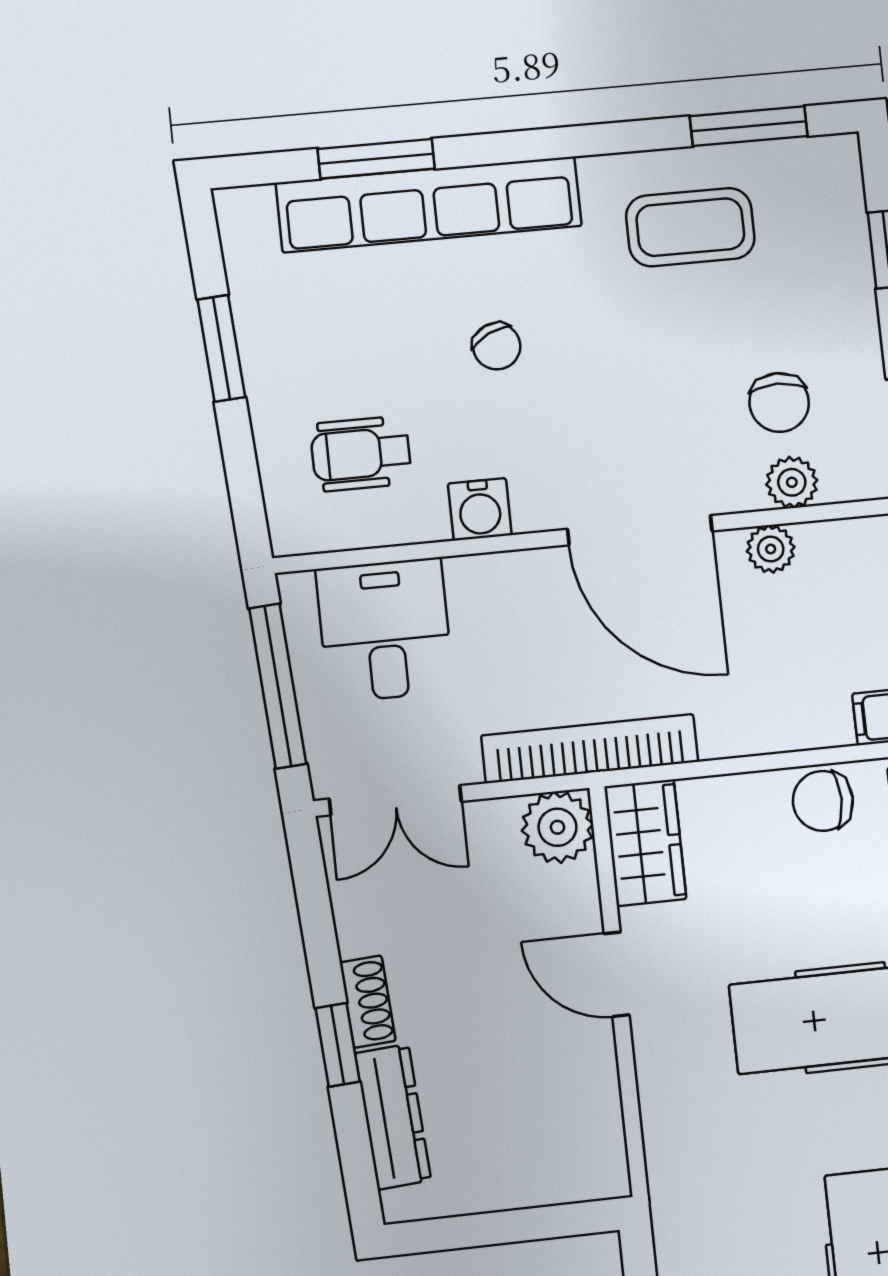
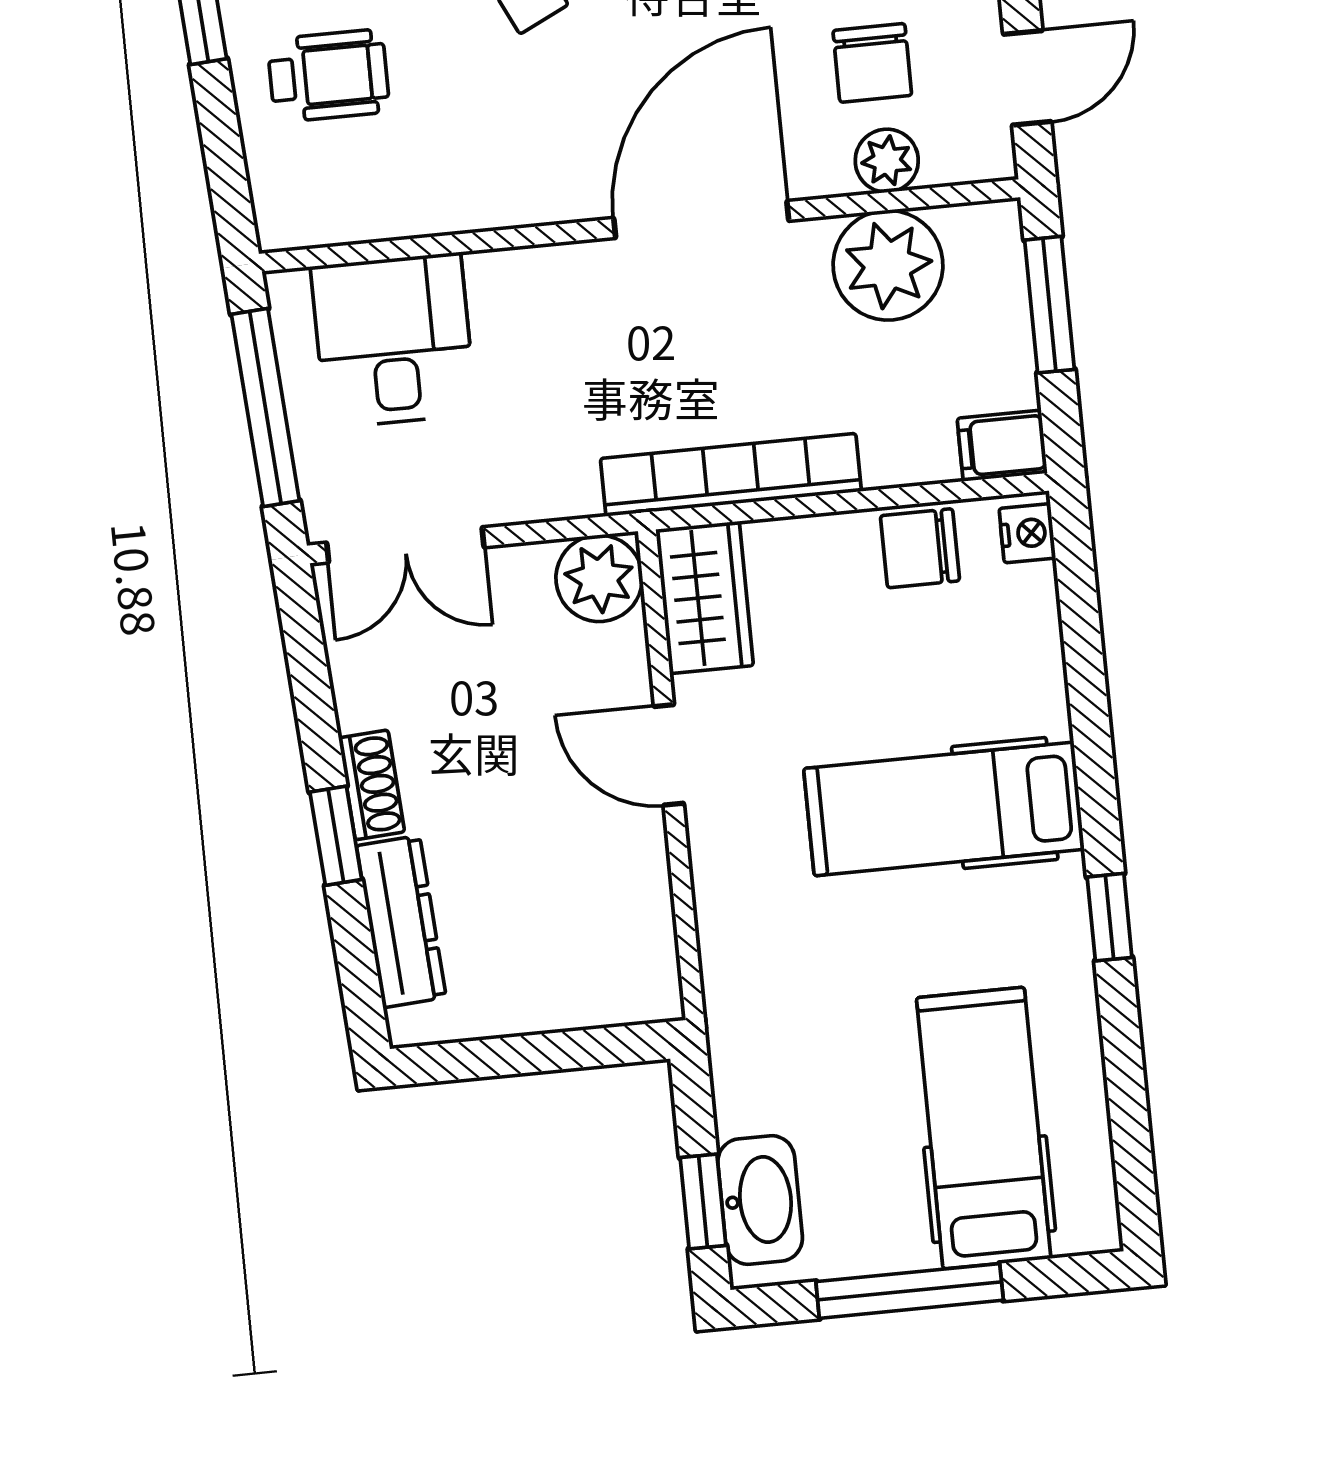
wheelchair: (361, 454) -> (328, 76), moved, turned 180
water cooler: (480, 509) -> (508, 194), removed
door: (640, 530) -> (701, 219), swing flipped
plant: (771, 549) -> (888, 265), width x1.88, depth x1.88
bookcase: (590, 749) -> (731, 475), moved

